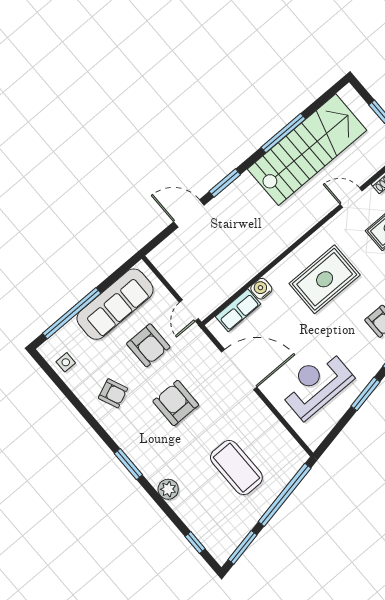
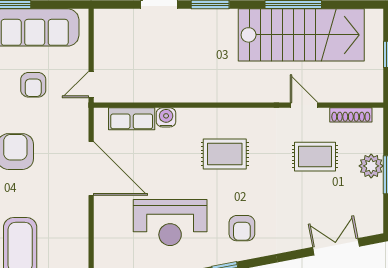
rug: (325, 279) -> (225, 154), width x0.73, depth x0.70
armchair: (148, 345) -> (33, 85), width x0.72, depth x0.72
reception desk: (316, 384) -> (170, 223), moved, turned 180

